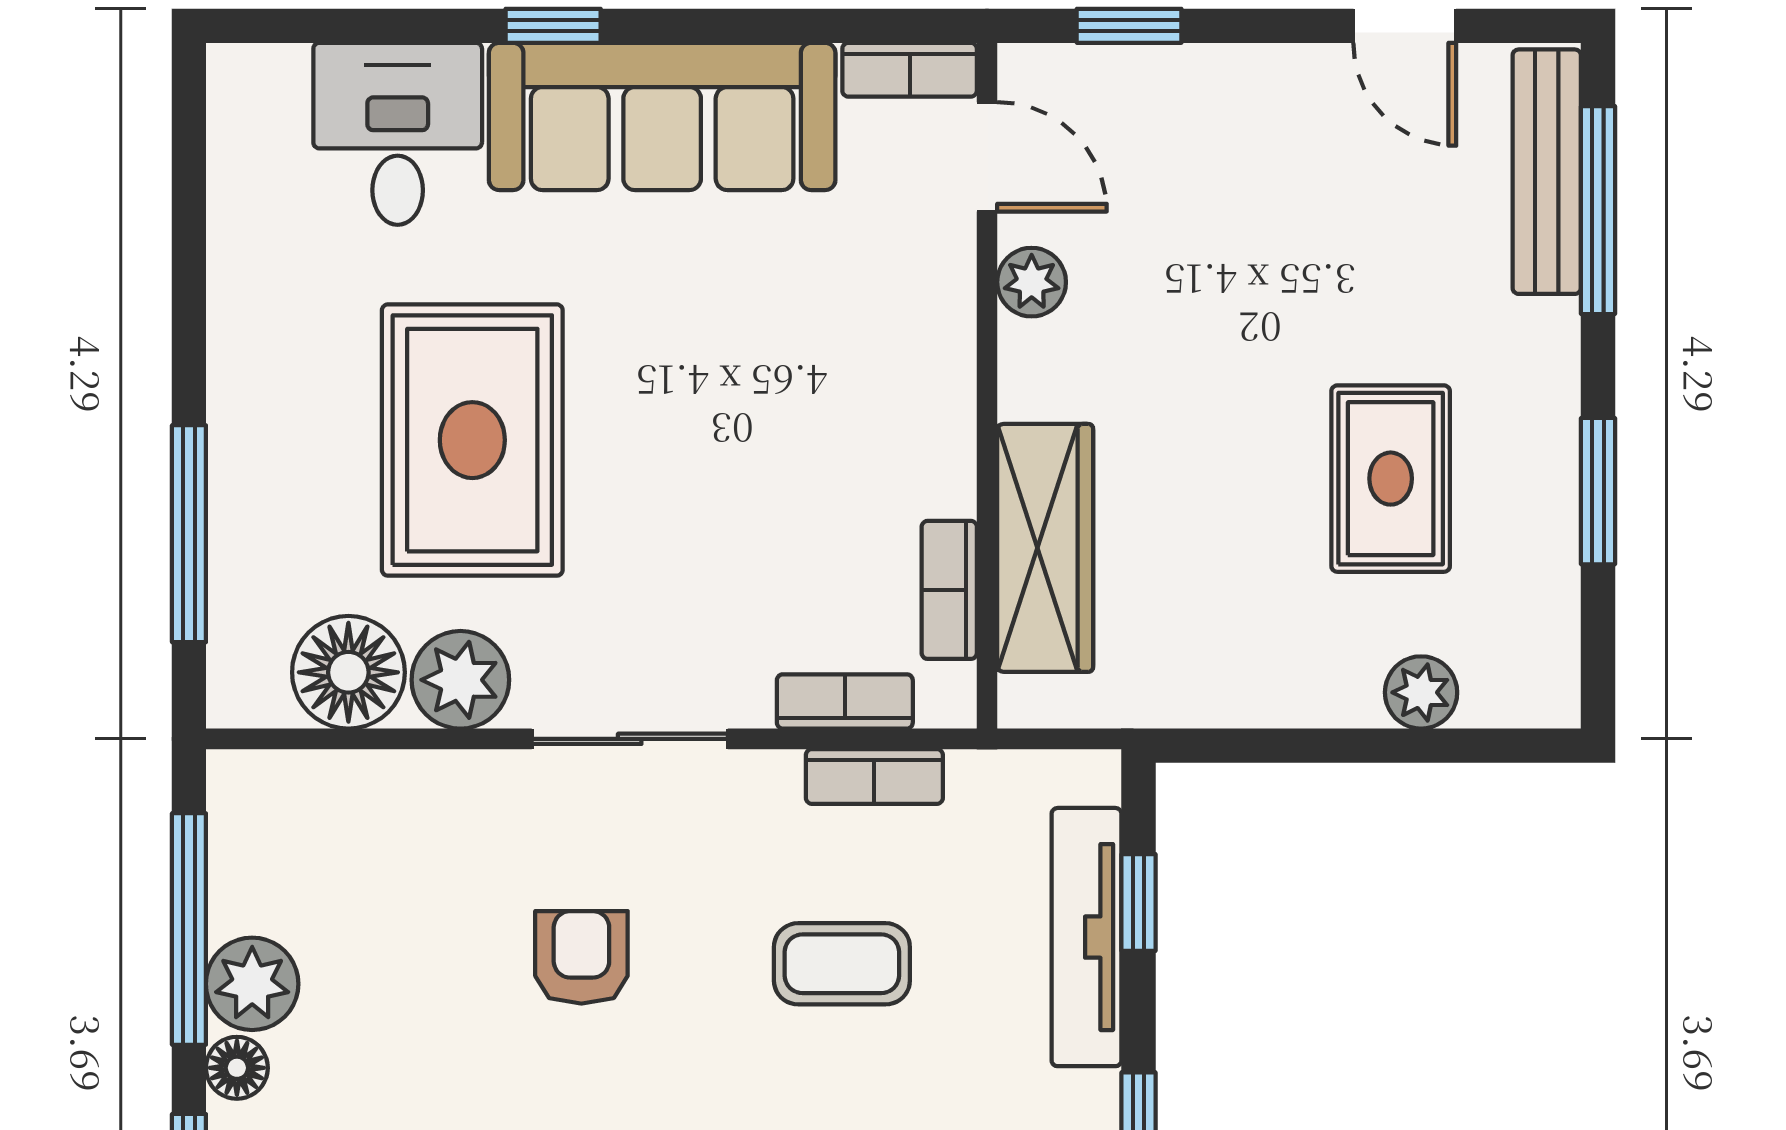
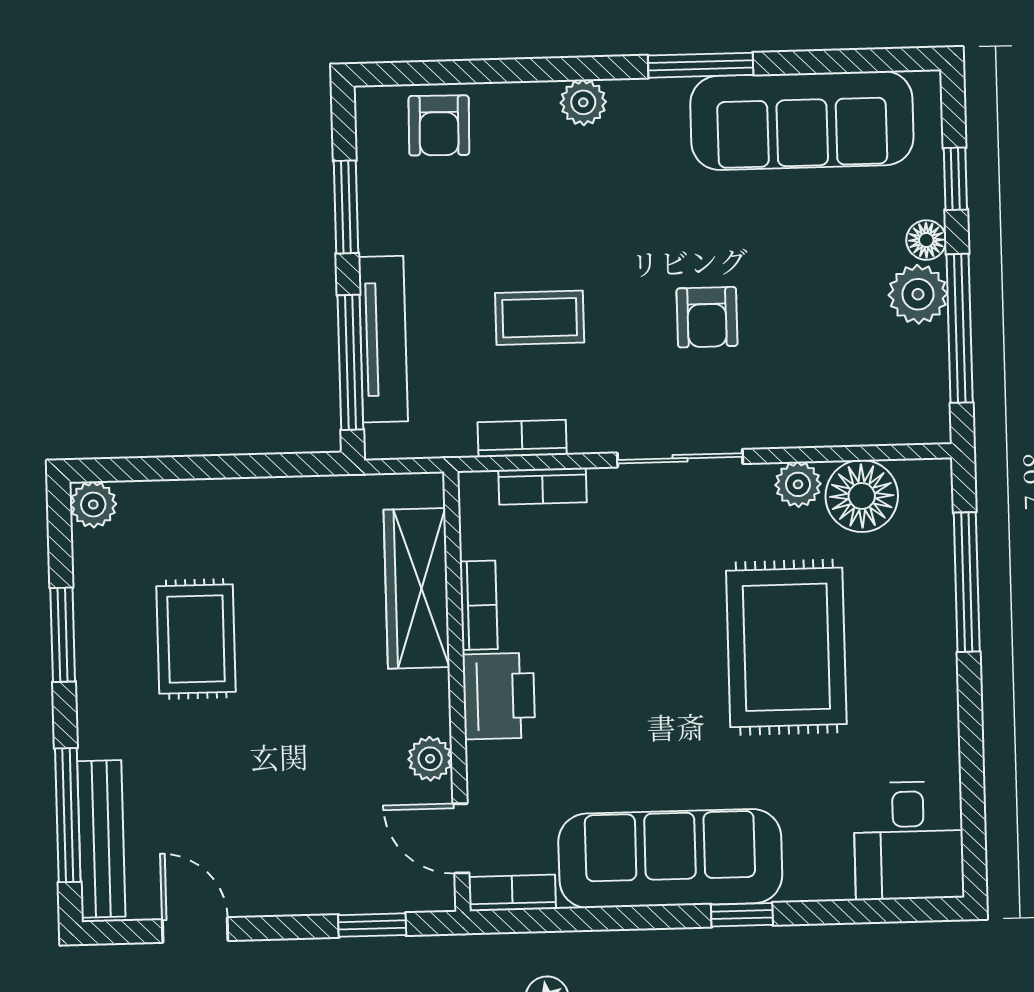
desk: (398, 134) -> (909, 841), moved
printer: (922, 377) -> (499, 696), added
bookcase: (949, 590) -> (479, 605), moved
plant: (460, 680) -> (798, 484), width x0.73, depth x0.73
plant: (1421, 692) -> (93, 504), moved
window: (1138, 902) -> (350, 362), width x2.17

